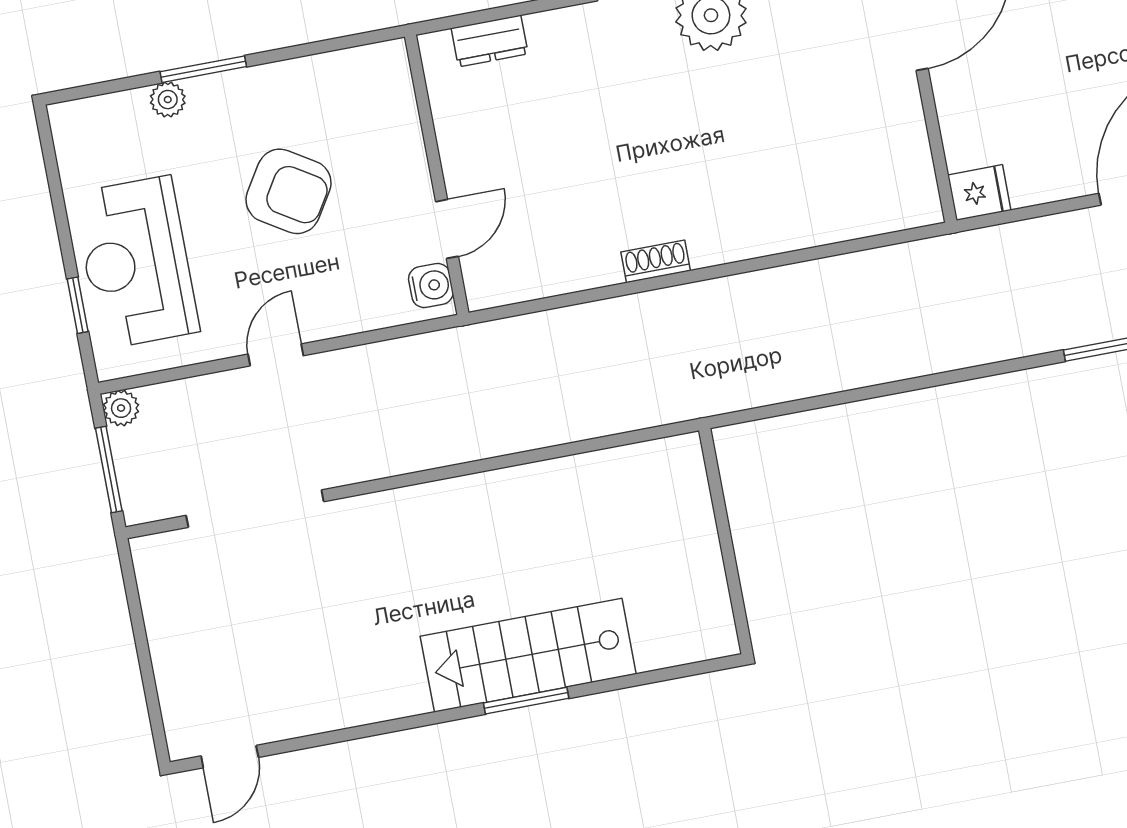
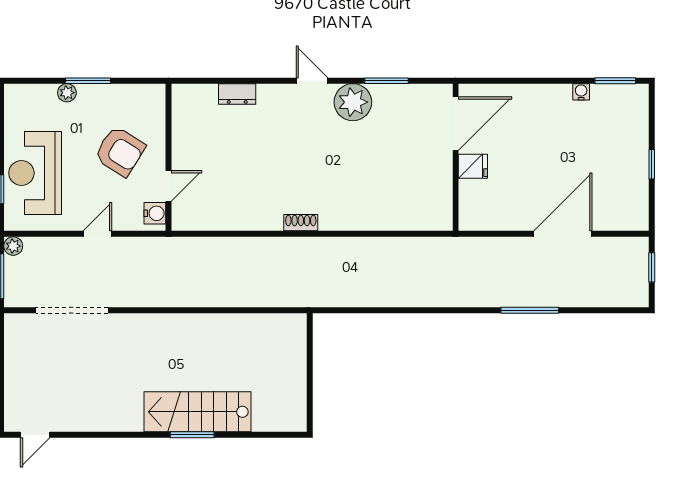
wall: (437, 175) -> (168, 157), moved
fridge: (979, 193) -> (473, 166), moved
door: (447, 229) -> (168, 186), moved
water cooler: (431, 286) -> (155, 213), moved

